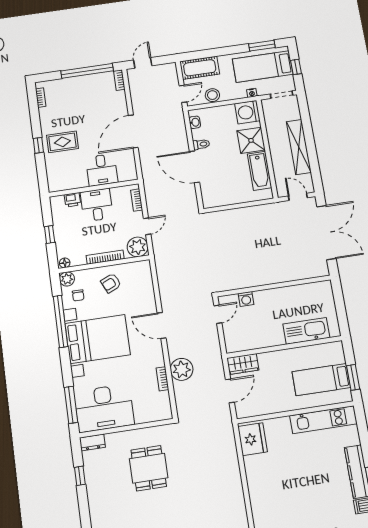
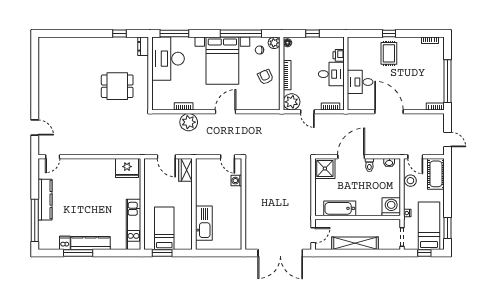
door: (143, 63) -> (448, 139), moved
shower: (251, 140) -> (325, 168), moved

